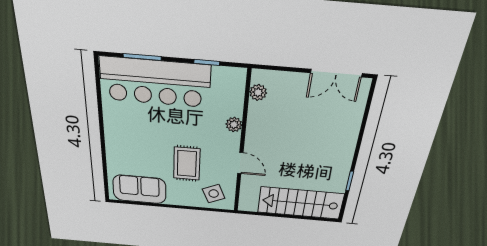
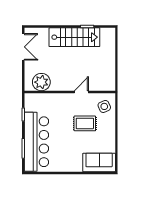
plant: (258, 92) -> (41, 82), width x1.87, depth x1.87
plant: (234, 125) -> (57, 98), removed
sofa: (140, 189) -> (99, 162), moved, turned 90
stairs: (300, 203) -> (74, 37), moved, turned -90

